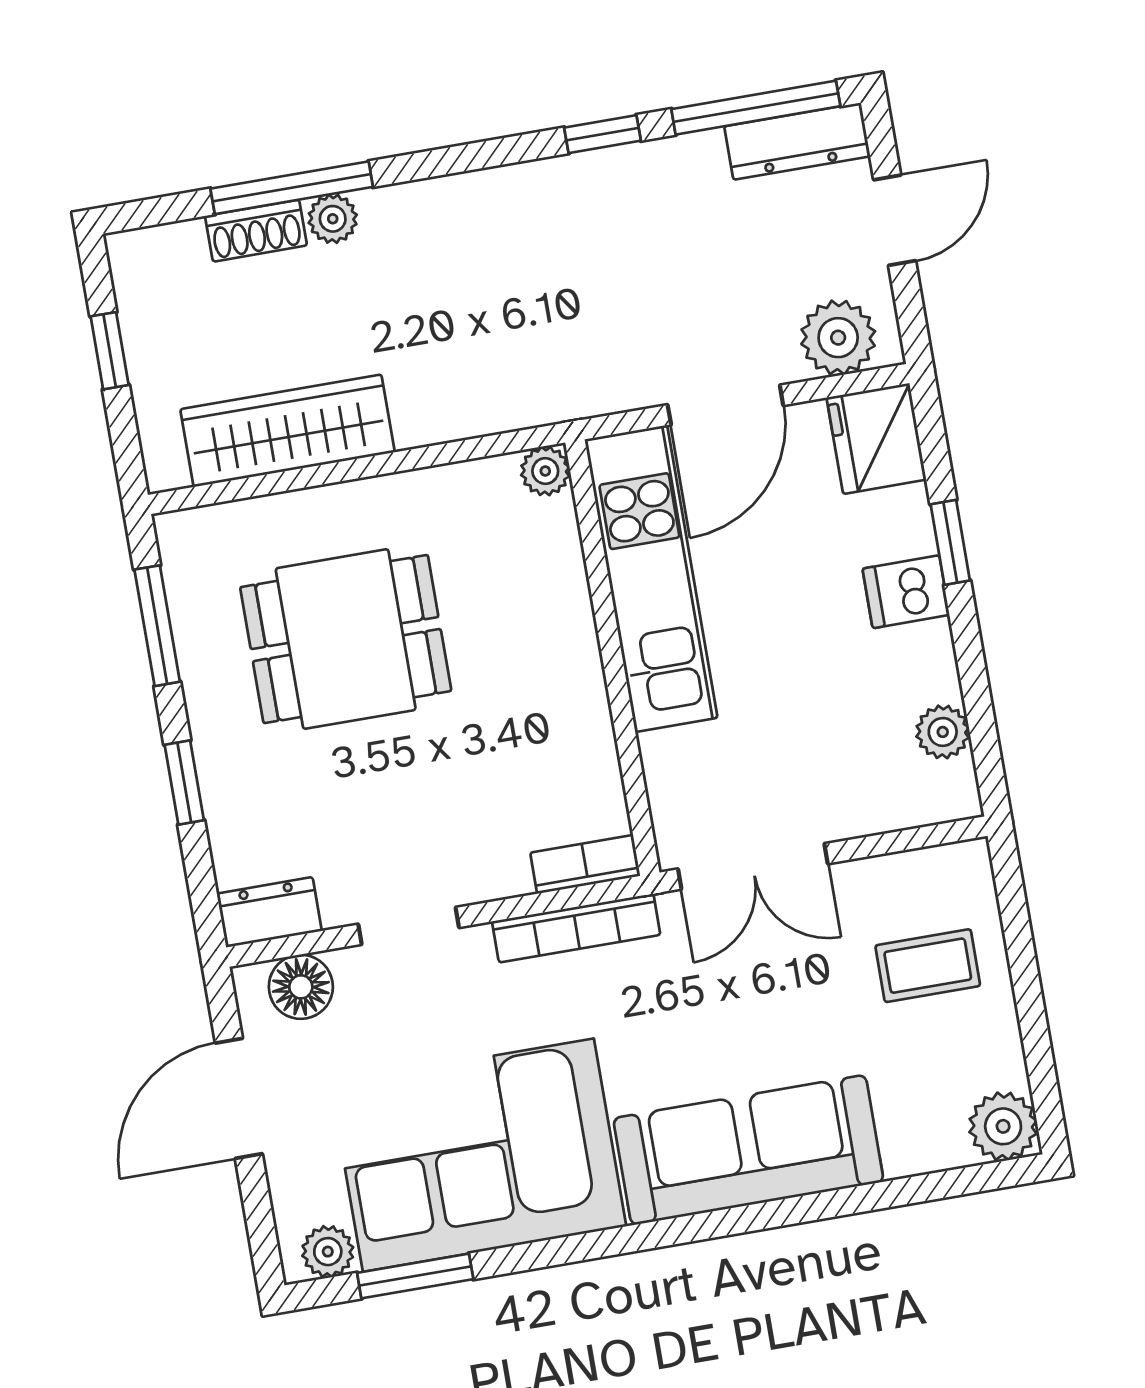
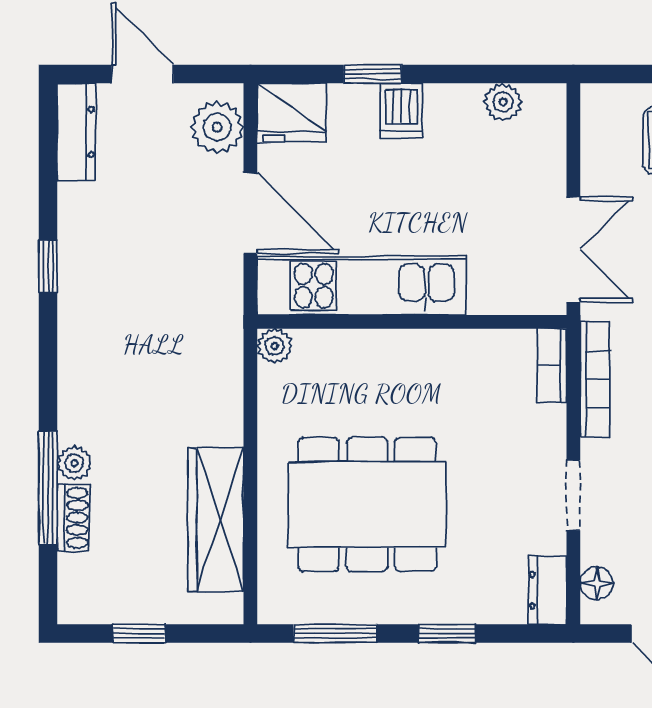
window: (756, 108) -> (48, 157), removed
dining table: (346, 639) -> (367, 504), width x1.38
floor lamp: (301, 987) -> (597, 583), width x0.73, depth x0.73

